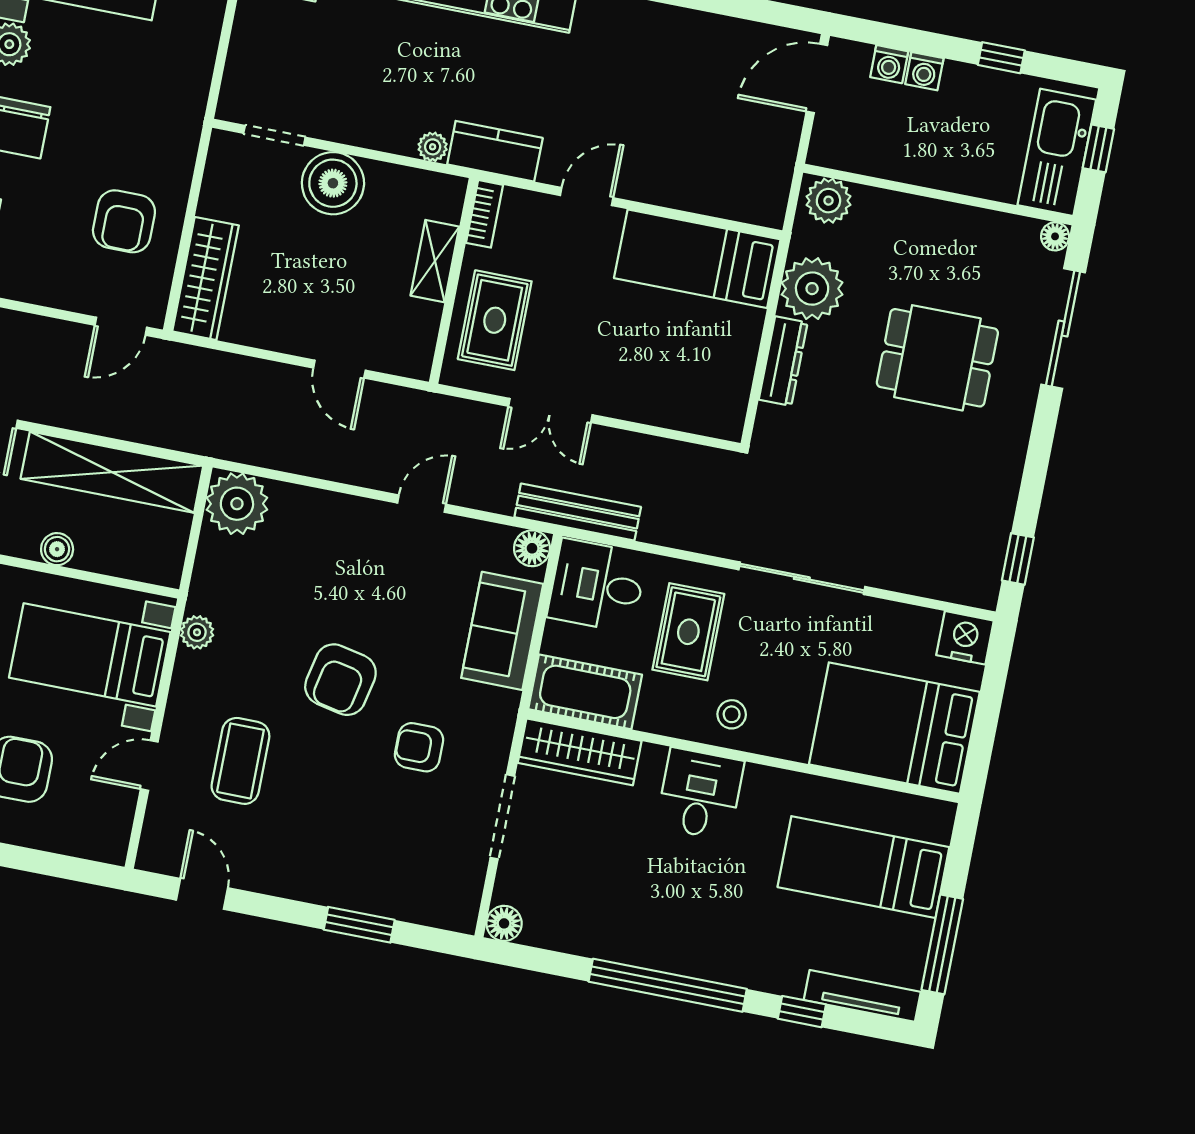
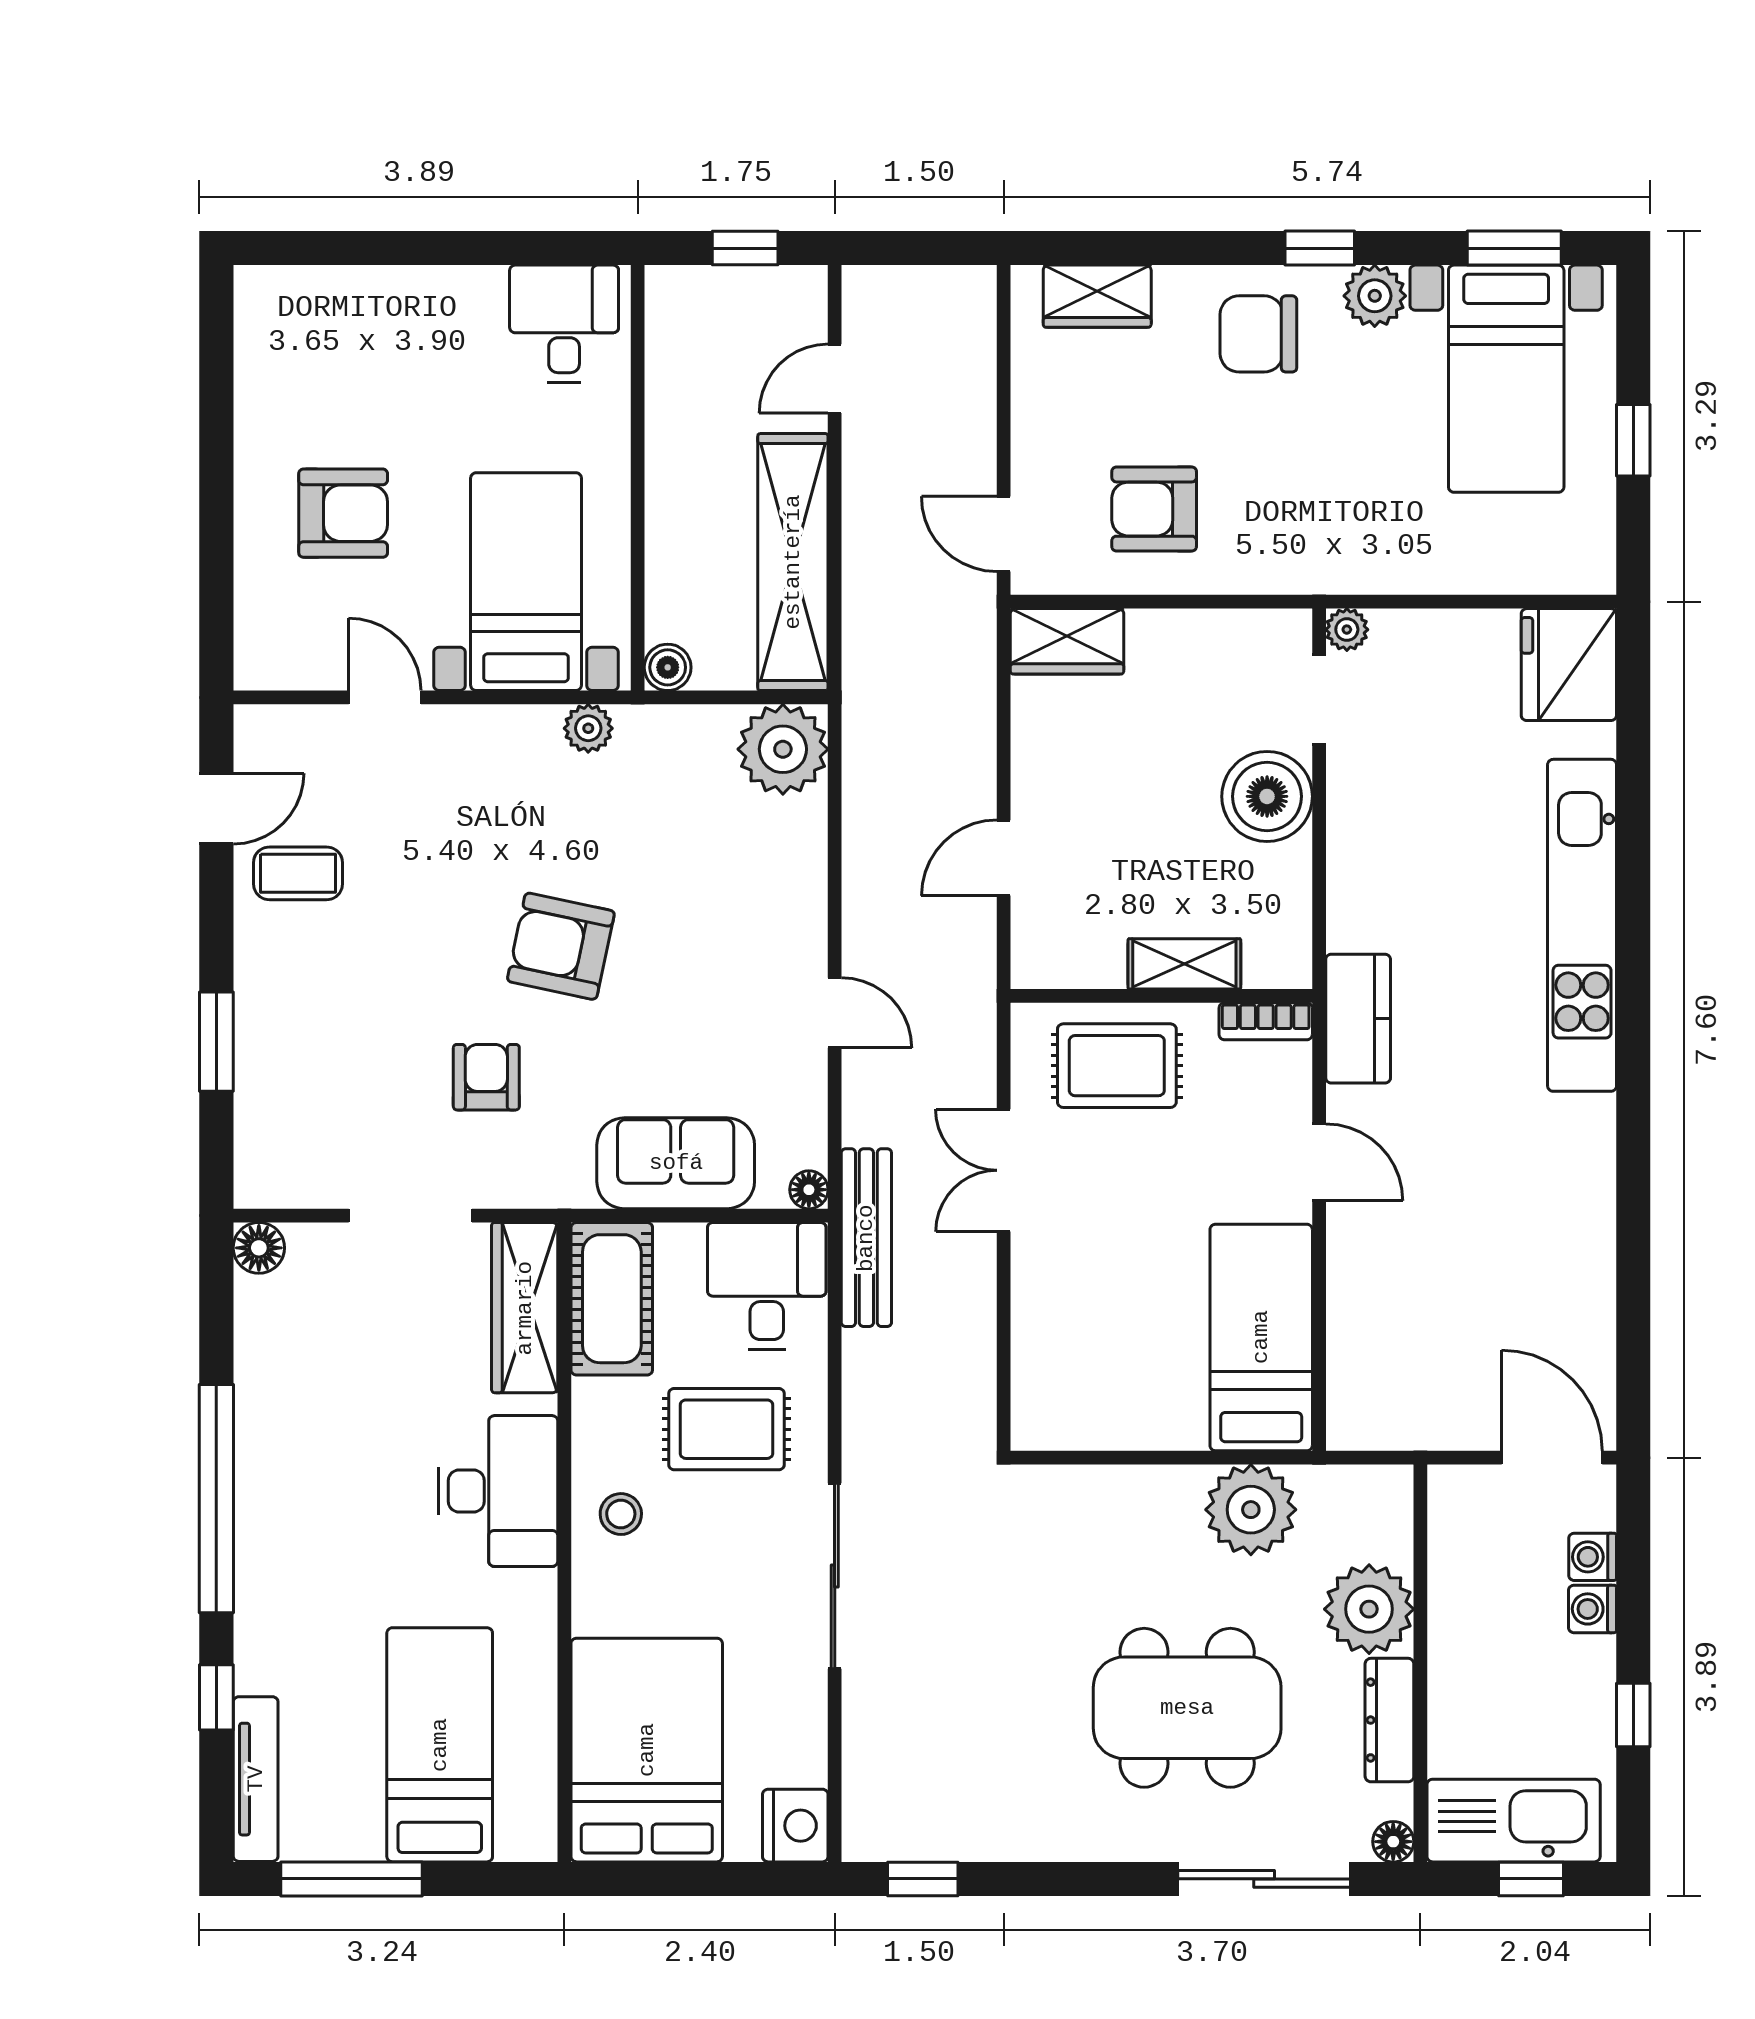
plant: (433, 147) -> (1347, 630), moved
plant: (828, 201) -> (1369, 1609), moved, width x1.36, depth x1.36
wardrobe: (205, 278) -> (1067, 641), width x0.67
dining table: (937, 358) -> (1187, 1708), width x1.38
dresser: (783, 361) -> (1389, 1720), moved, turned 90
floor lamp: (532, 548) -> (809, 1190), width x0.73, depth x0.73
boiler: (57, 549) -> (668, 667), moved
coffee table: (240, 761) -> (298, 873), moved, width x0.73, depth x0.77
desk: (700, 794) -> (498, 1491), width x1.37

